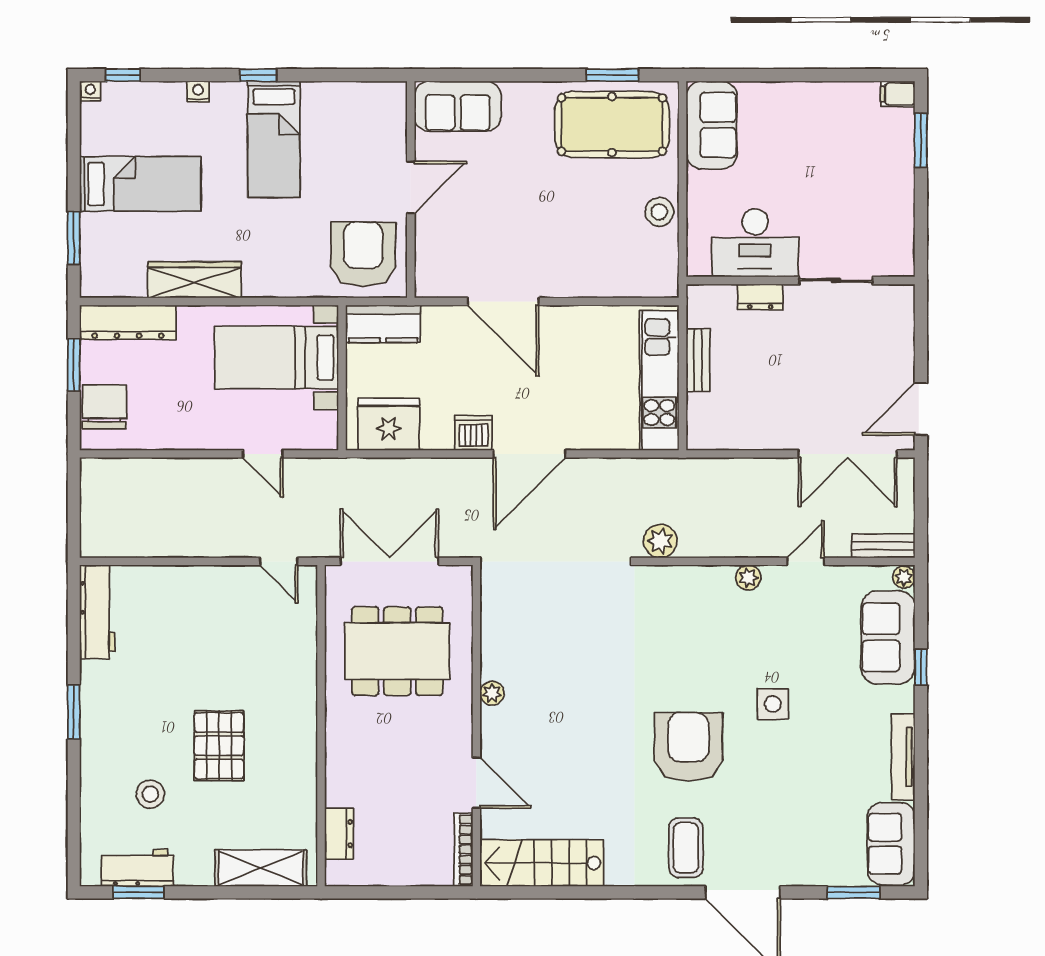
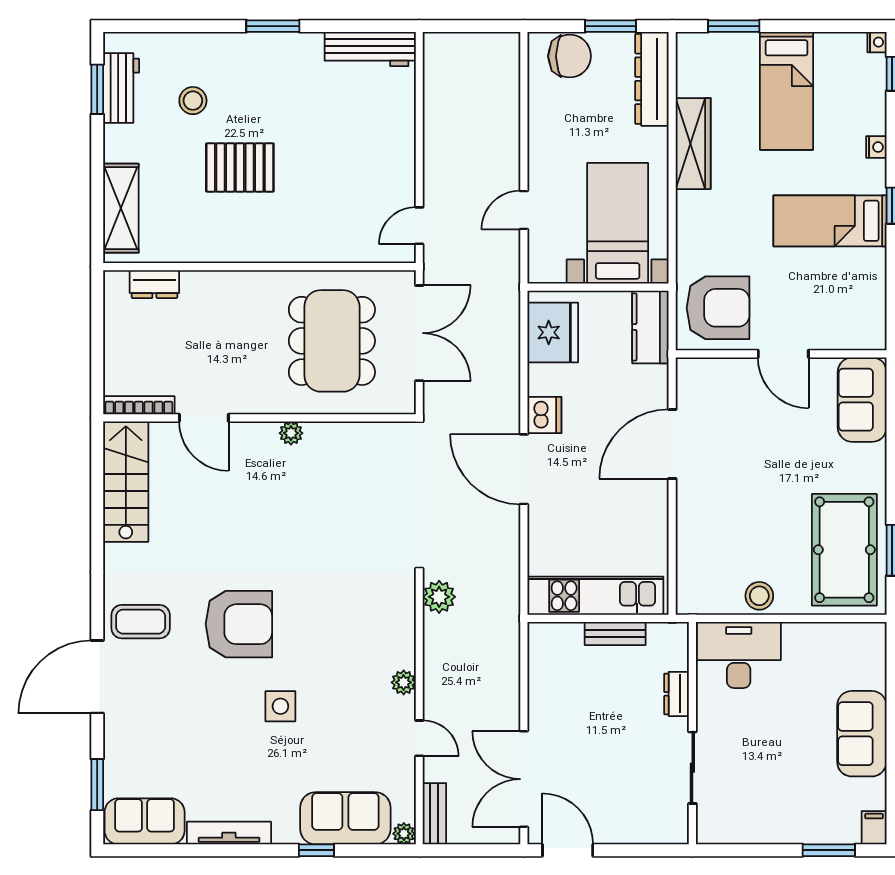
sofa: (712, 125) -> (862, 734), moved, turned 90
desk: (755, 243) -> (739, 655), moved, turned 90
door: (476, 783) -> (204, 418), hinge flipped

